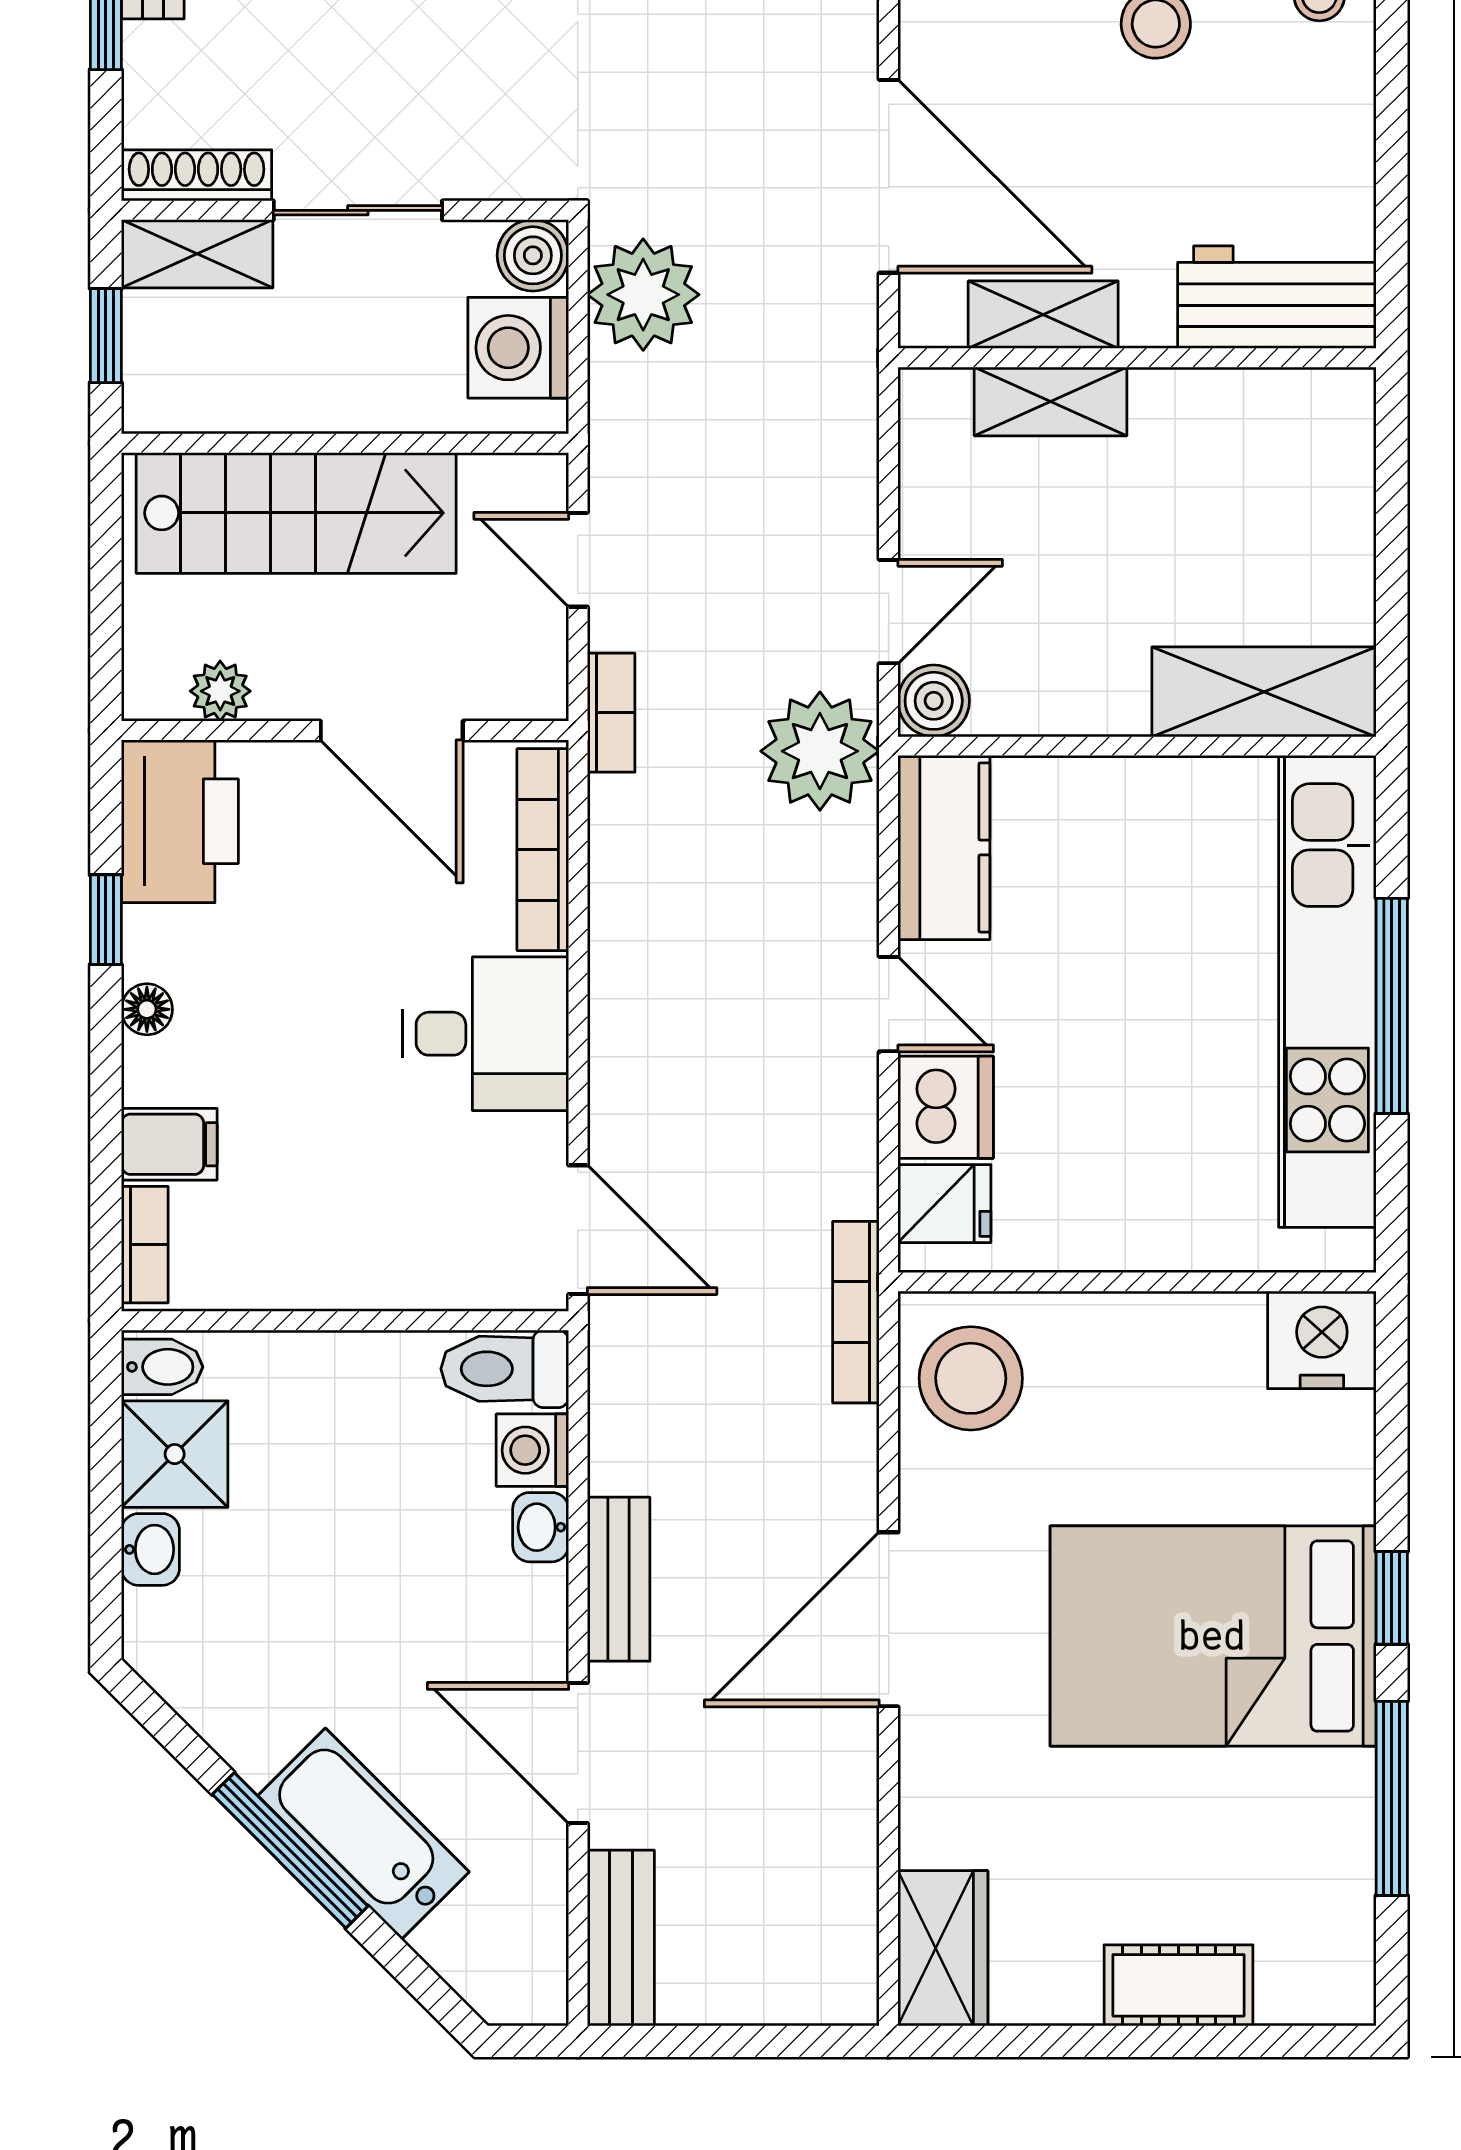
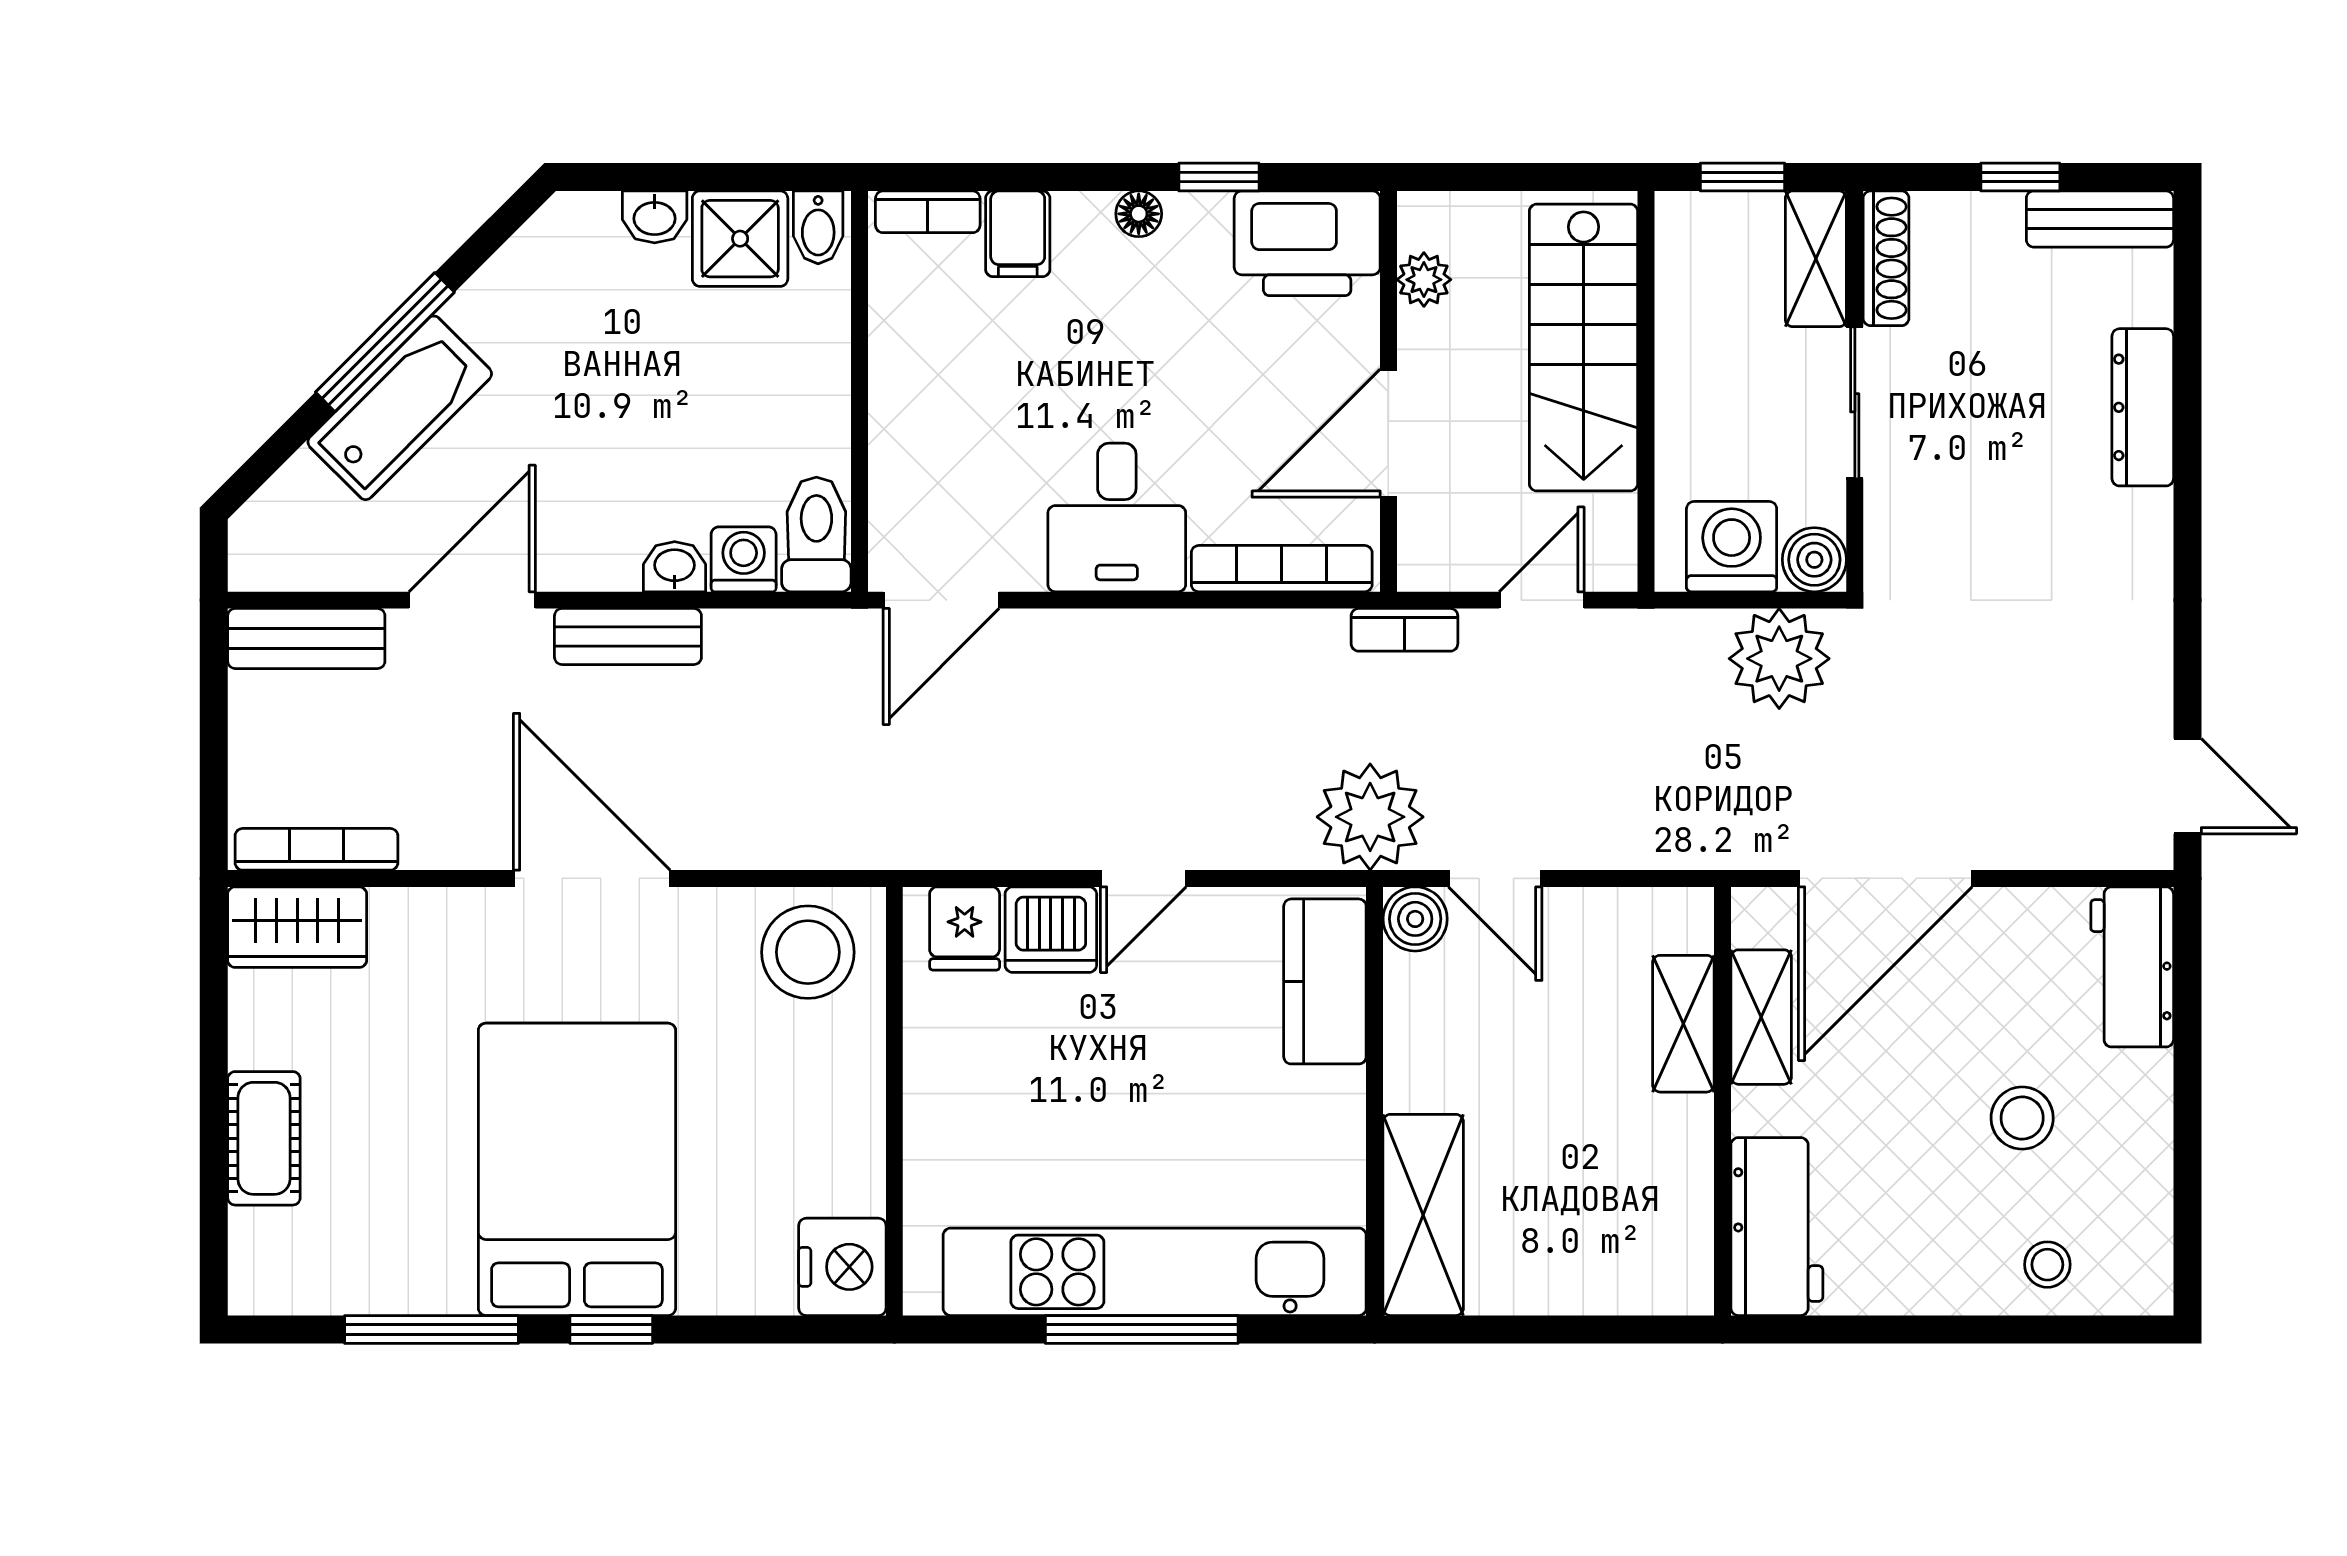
kitchen counter: (944, 847) -> (1325, 981), moved, turned 90
bookcase: (856, 1312) -> (316, 849), moved

